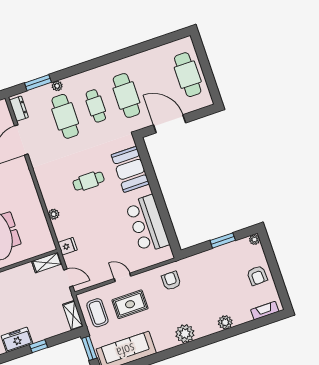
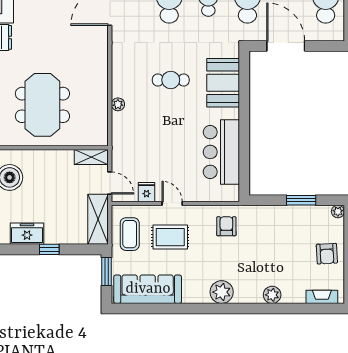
fridge: (67, 246) -> (146, 192), moved, turned -90
shelving: (73, 315) -> (98, 219), width x1.50, depth x1.33

